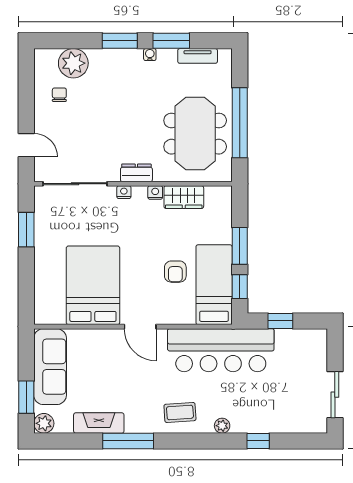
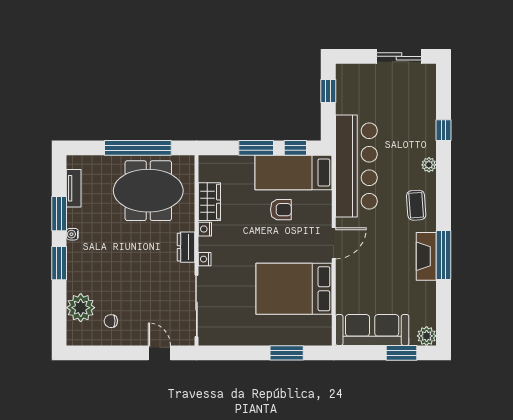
door: (26, 145) -> (159, 353), hinge flipped
window: (26, 230) -> (287, 353), moved
window: (280, 321) -> (328, 91), moved
fireplace: (99, 423) -> (426, 256), moved

